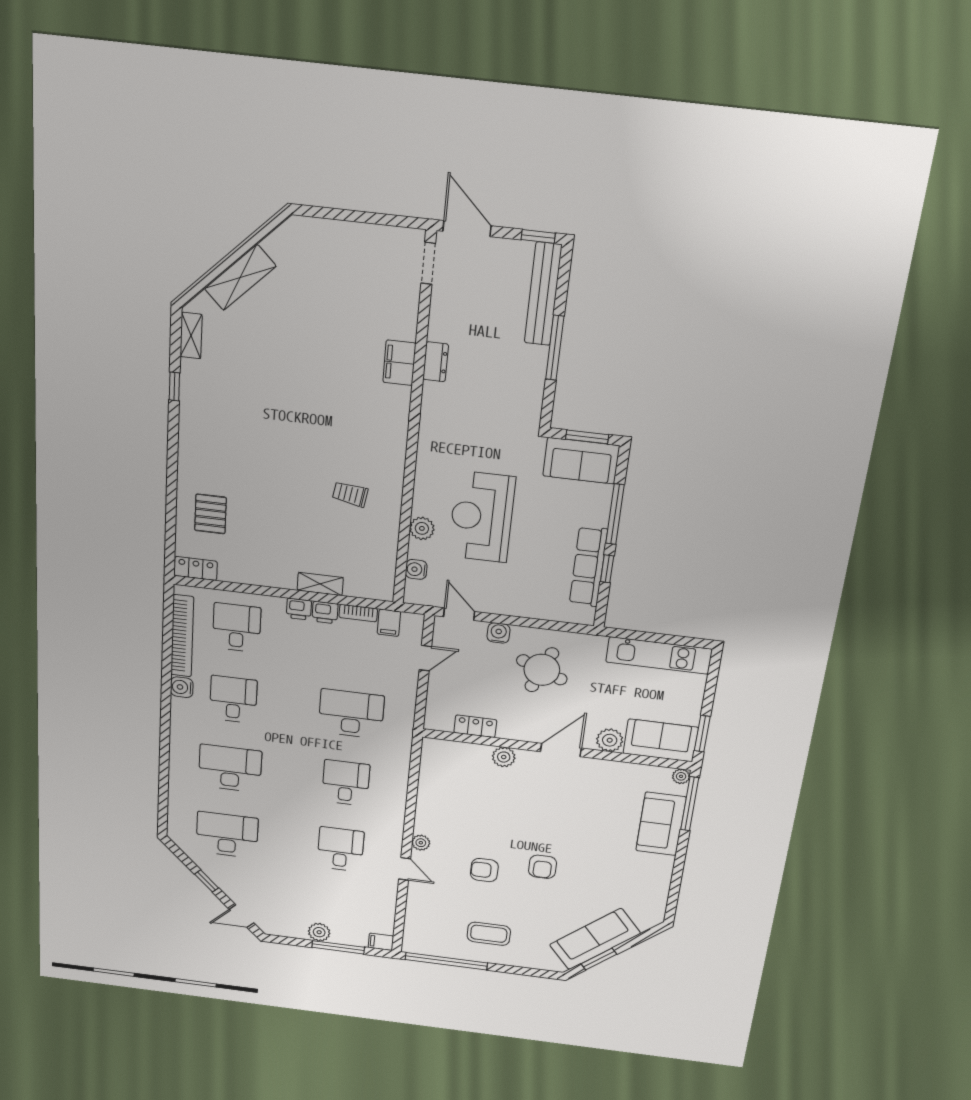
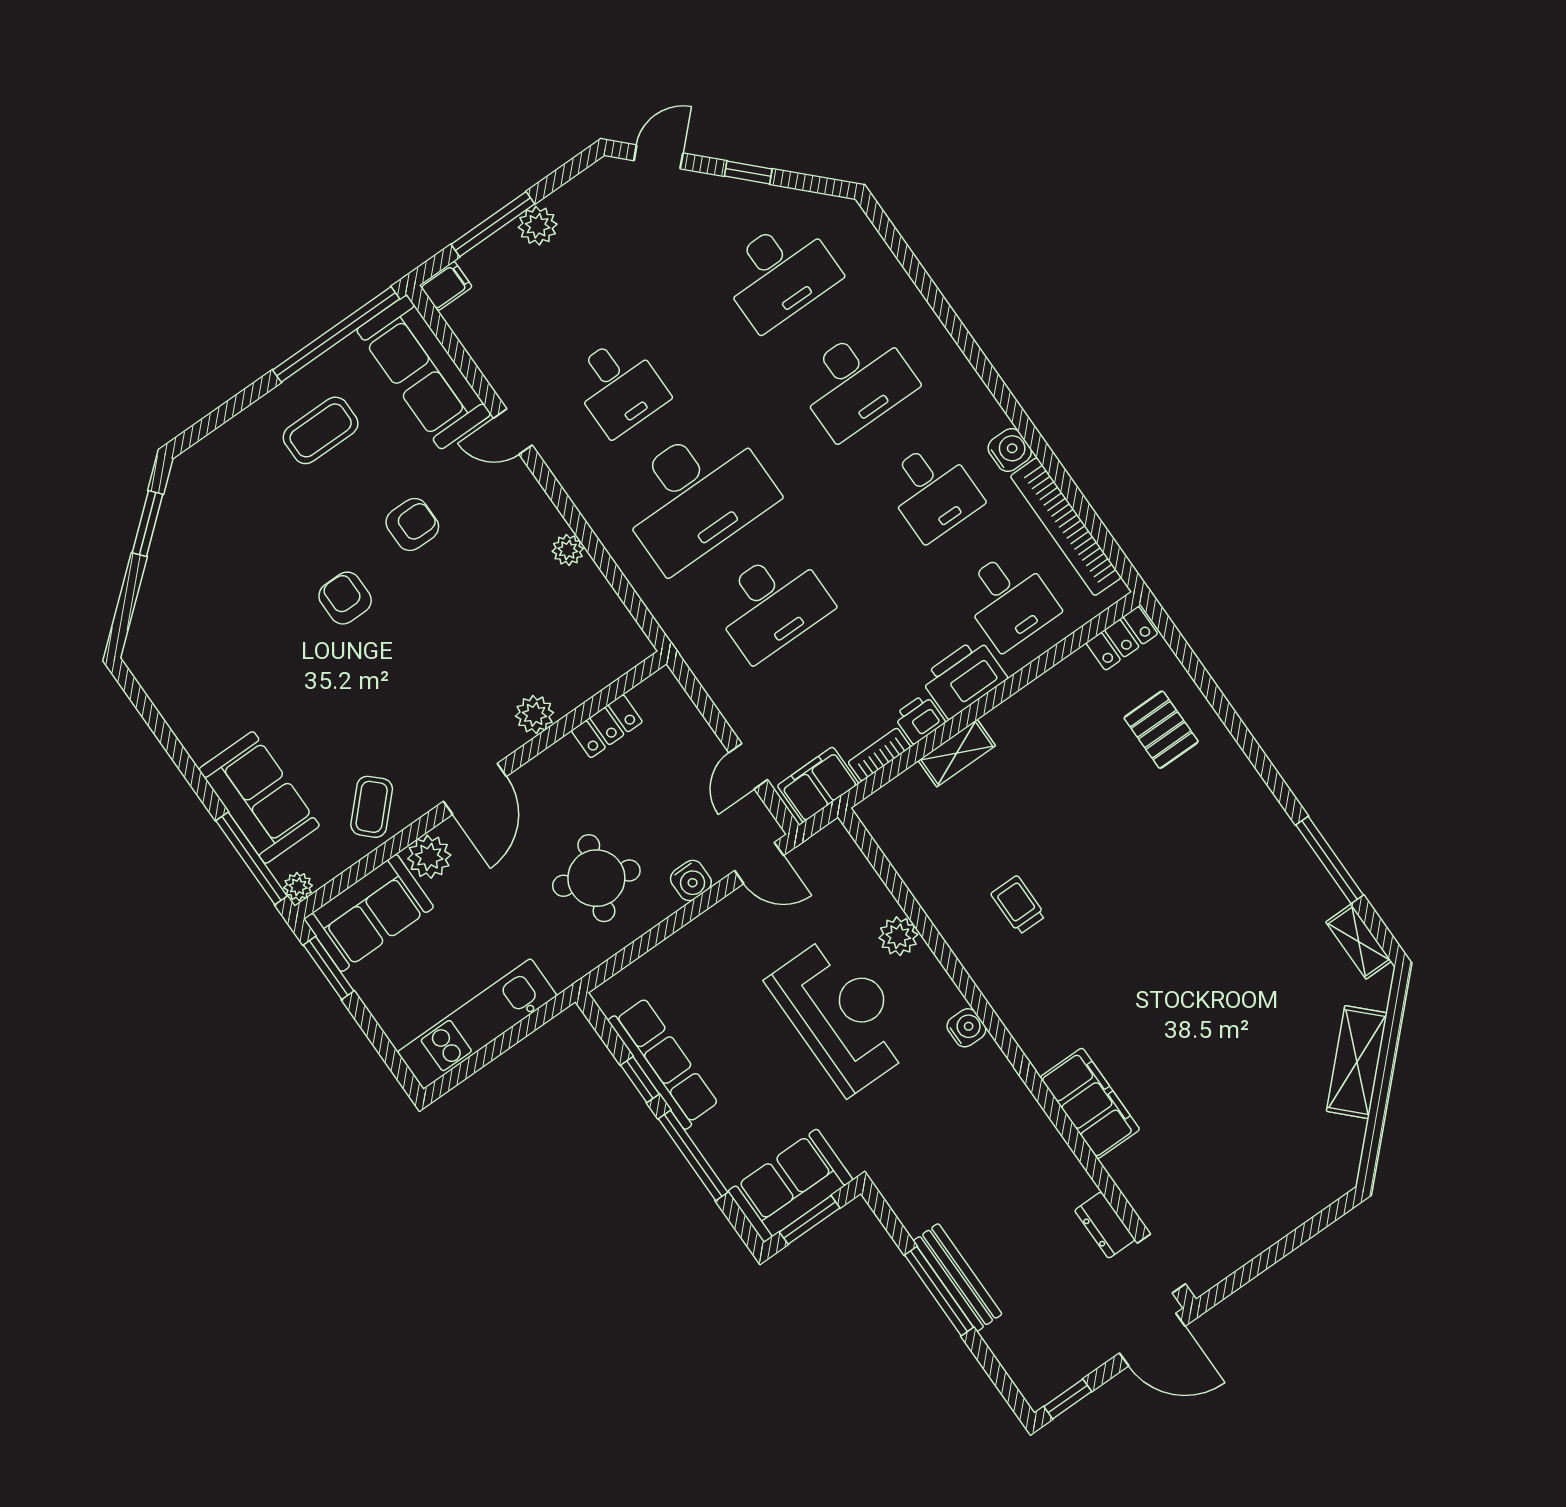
bench: (543, 294) -> (958, 1277), moved, width x0.73, depth x0.82
dresser: (436, 362) -> (1105, 1225), moved
filing cabinet: (399, 363) -> (1090, 1103), width x1.50, depth x1.17
window: (174, 387) -> (1330, 860), width x2.17
trolley: (350, 494) -> (1018, 905), turned -99
water cooler: (416, 569) -> (966, 1028), moved
printer: (299, 609) -> (964, 678), width x1.87, depth x1.48
filing cabinet: (389, 623) -> (818, 785), width x2.00
coffee table: (615, 780) -> (372, 807), added
desk: (346, 783) -> (695, 495), width x1.87, depth x1.30
plant: (421, 843) -> (568, 550), moved
sofa: (595, 939) -> (424, 372), moved, turned 130

